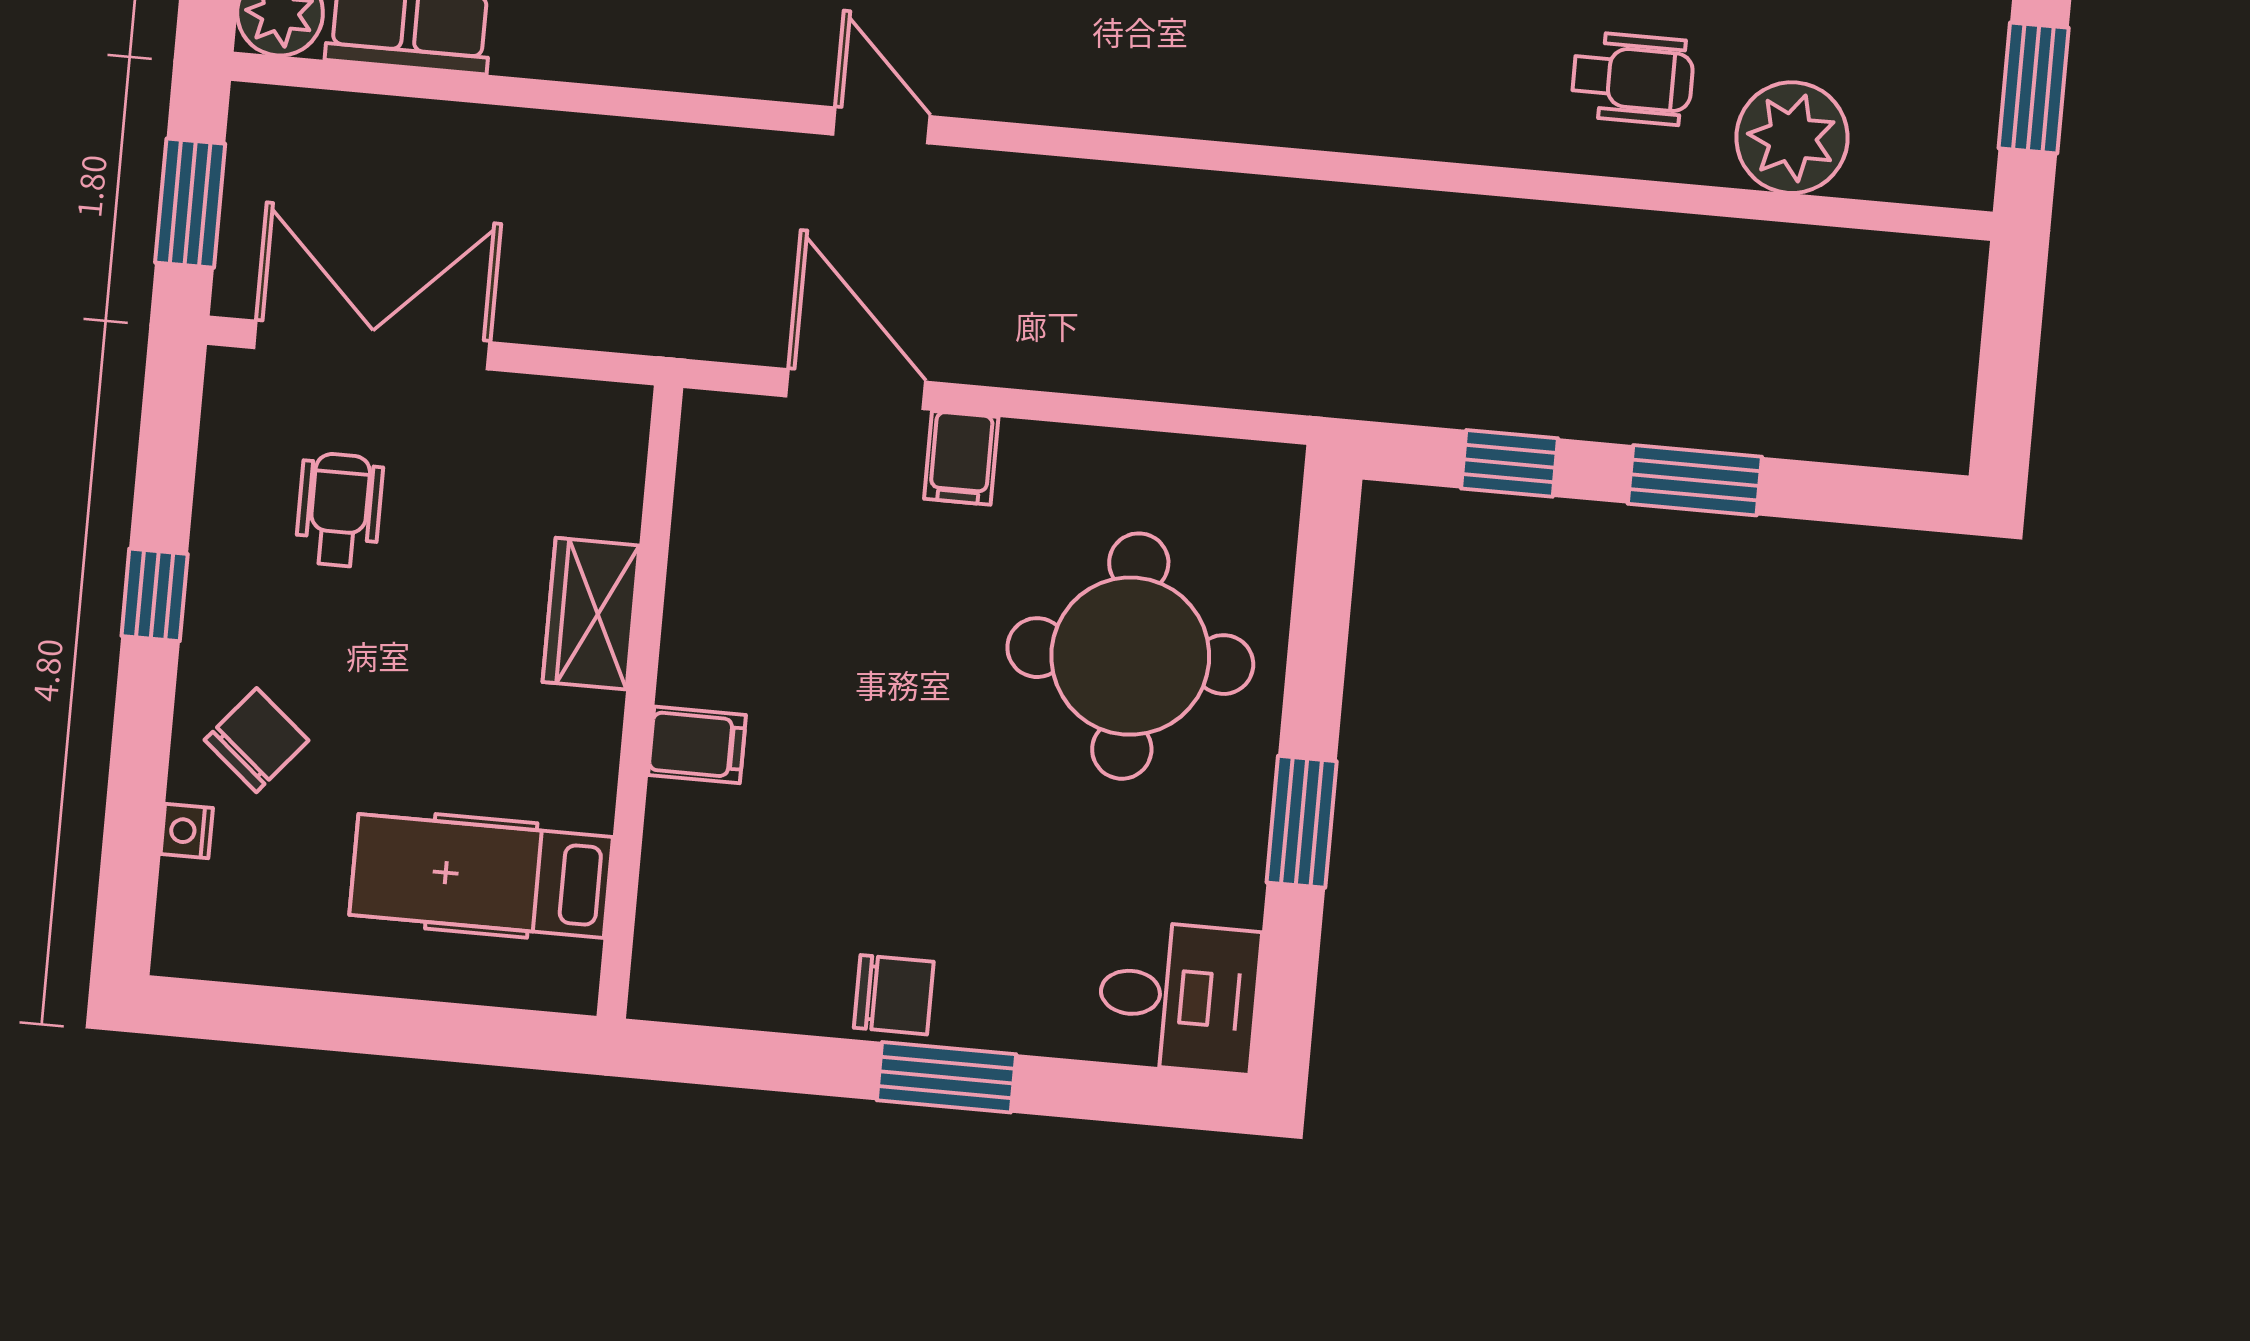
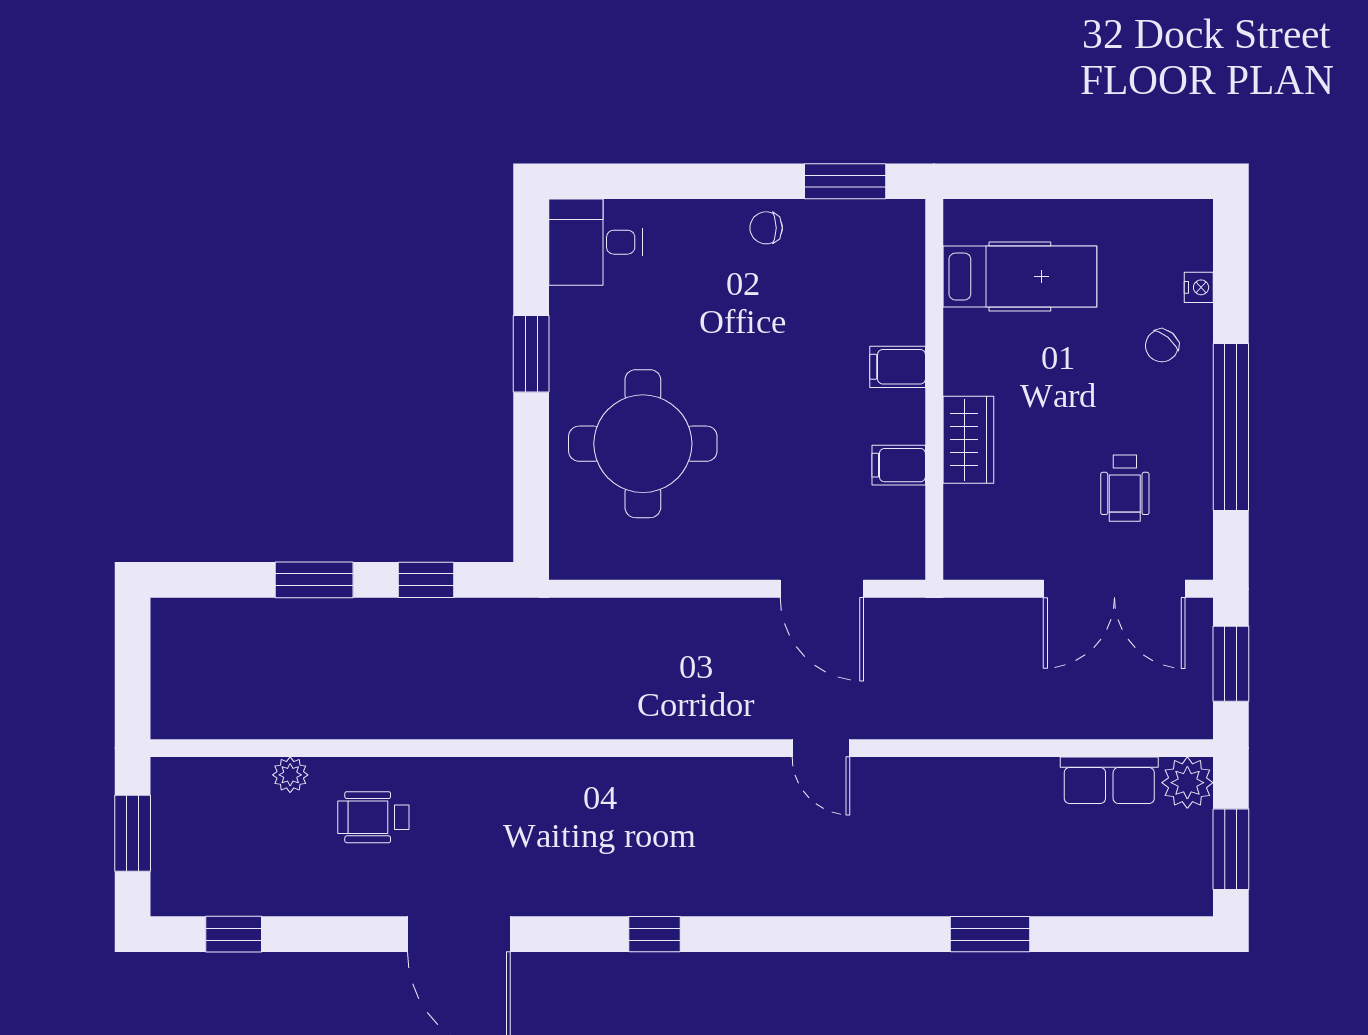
plant: (1792, 138) -> (290, 775), width x0.53, depth x0.53
filing cabinet: (961, 458) -> (899, 465), moved, turned -90
window: (155, 595) -> (1231, 427), width x3.17
chair: (257, 740) -> (1162, 346), width x0.73, depth x0.73
chair: (894, 995) -> (766, 228), width x0.73, depth x0.73
window: (946, 1077) -> (845, 181), moved

